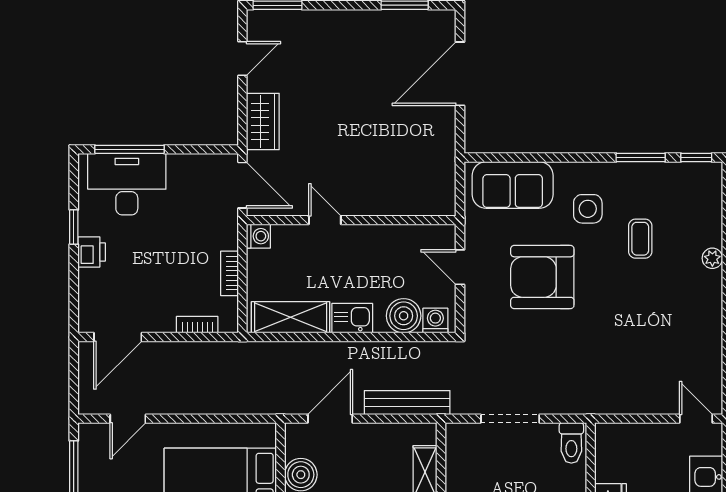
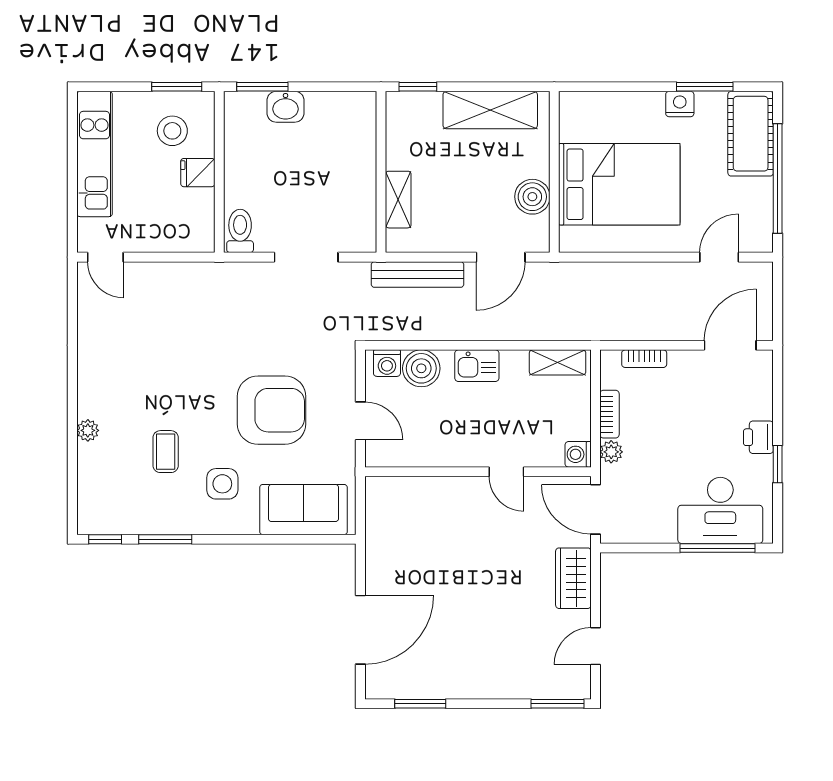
plant: (228, 238) -> (611, 452), added
shelving: (291, 317) -> (558, 362), width x0.67, depth x0.75

